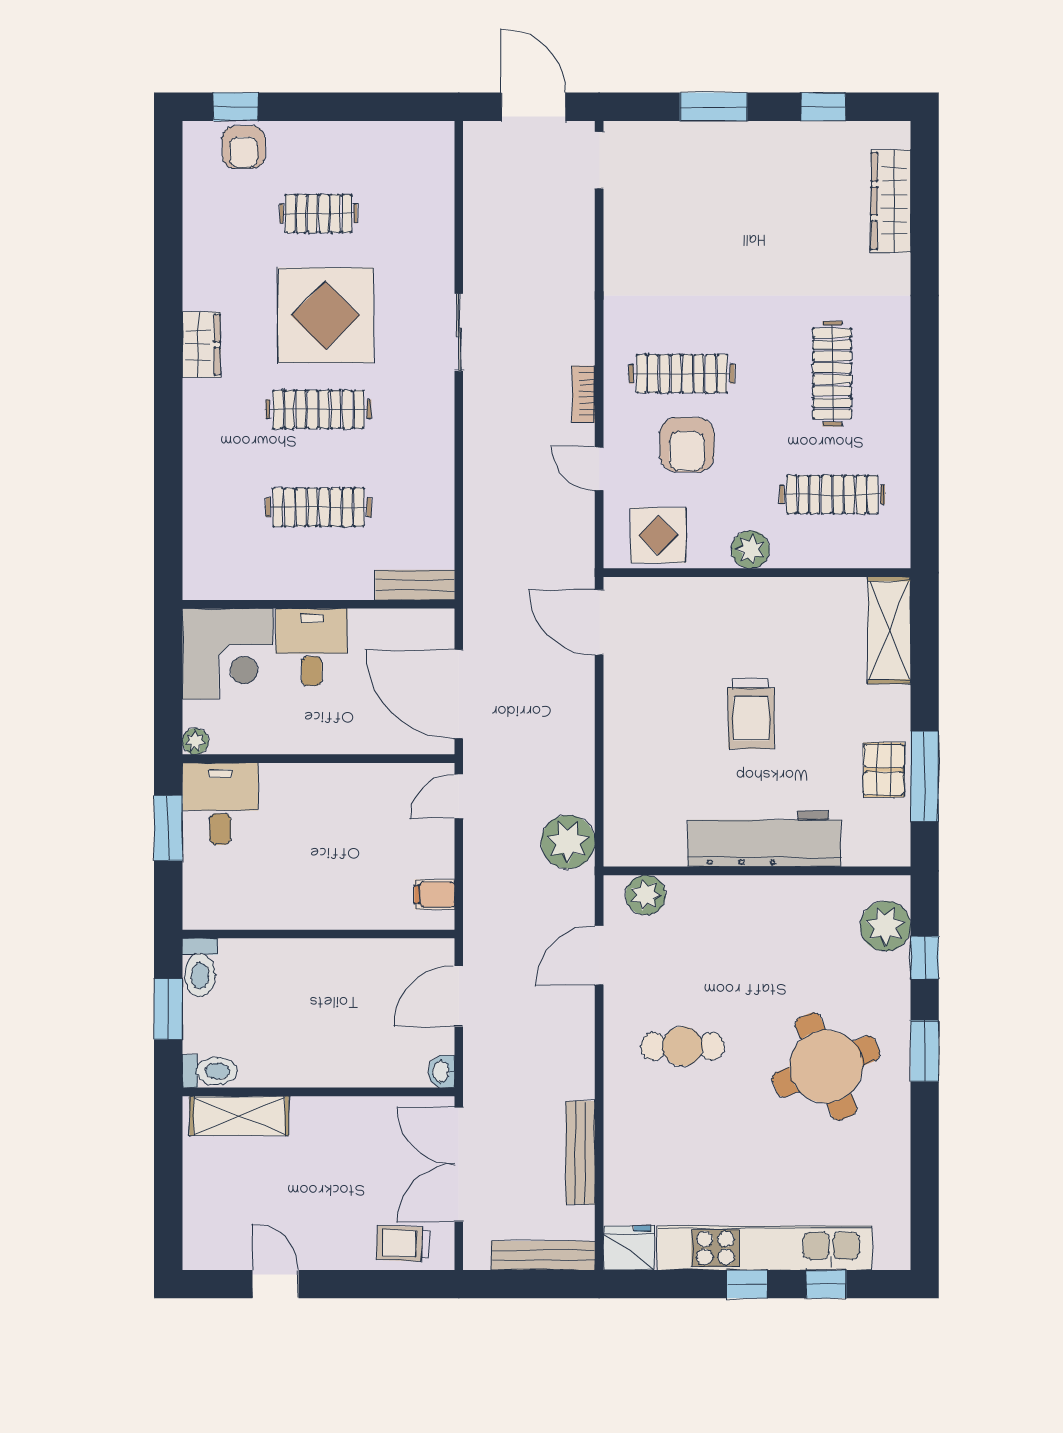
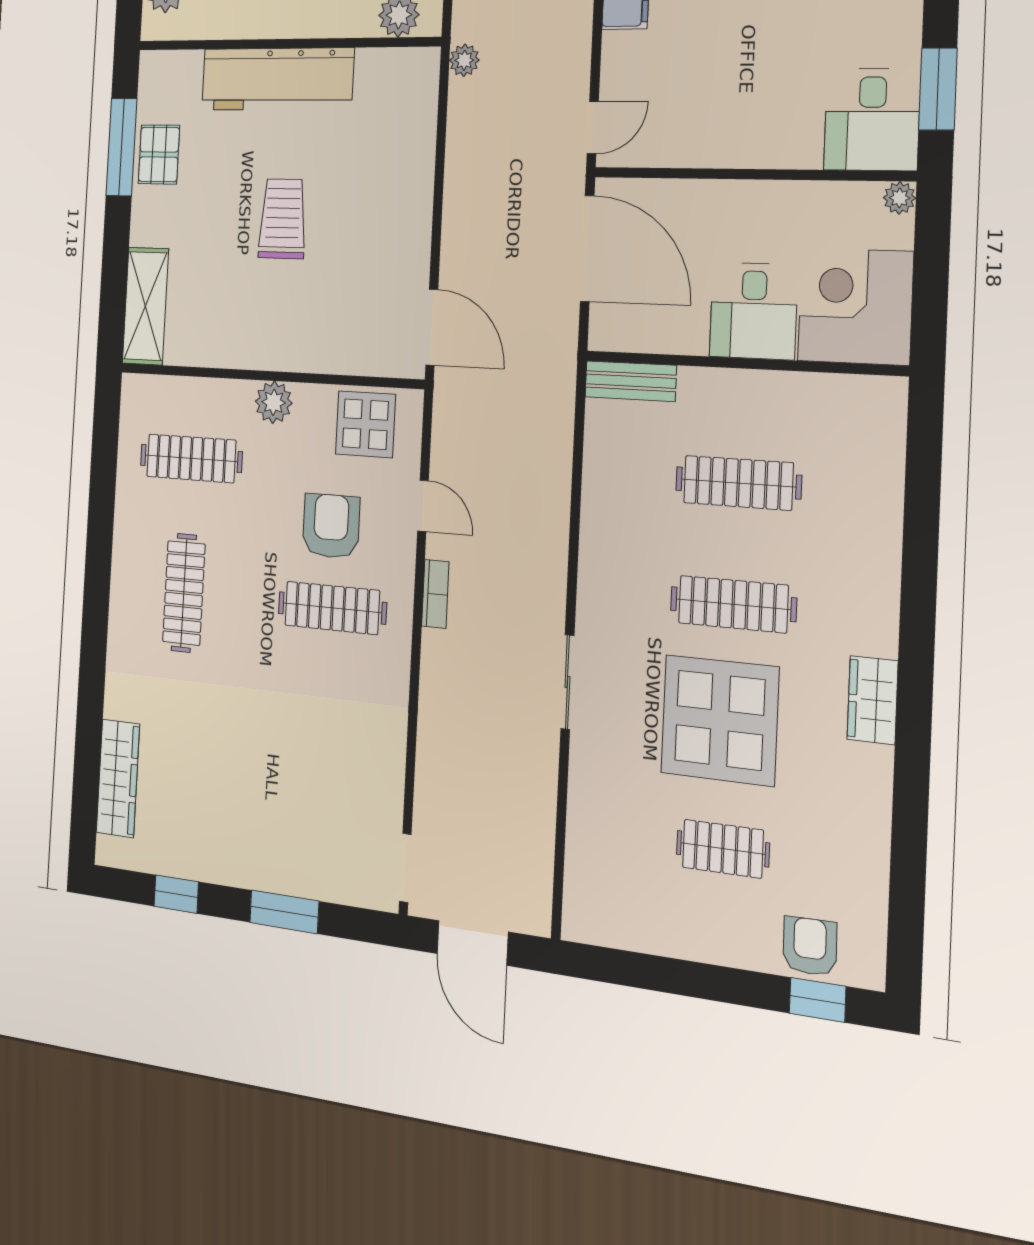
plant: (568, 842) -> (464, 60), width x0.53, depth x0.53

